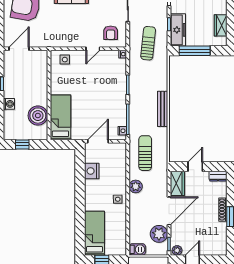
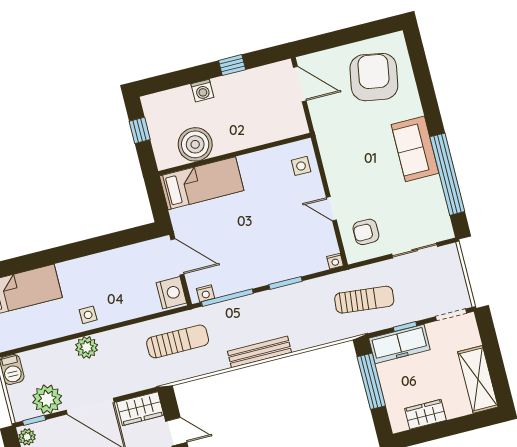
nightstand: (92, 171) -> (171, 293), moved, turned 90
plant: (136, 186) -> (87, 347), moved

